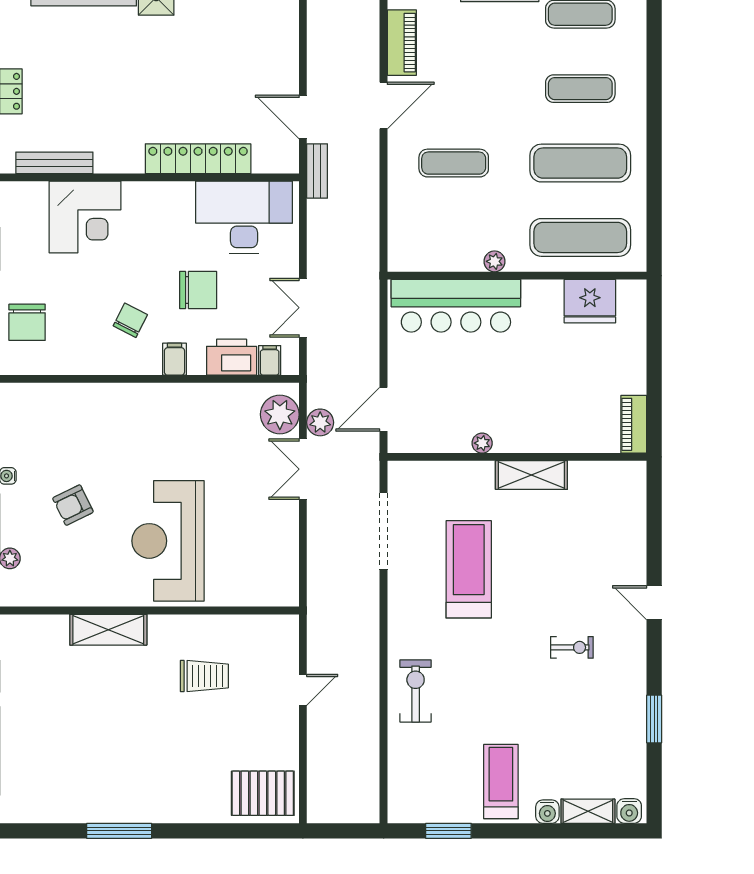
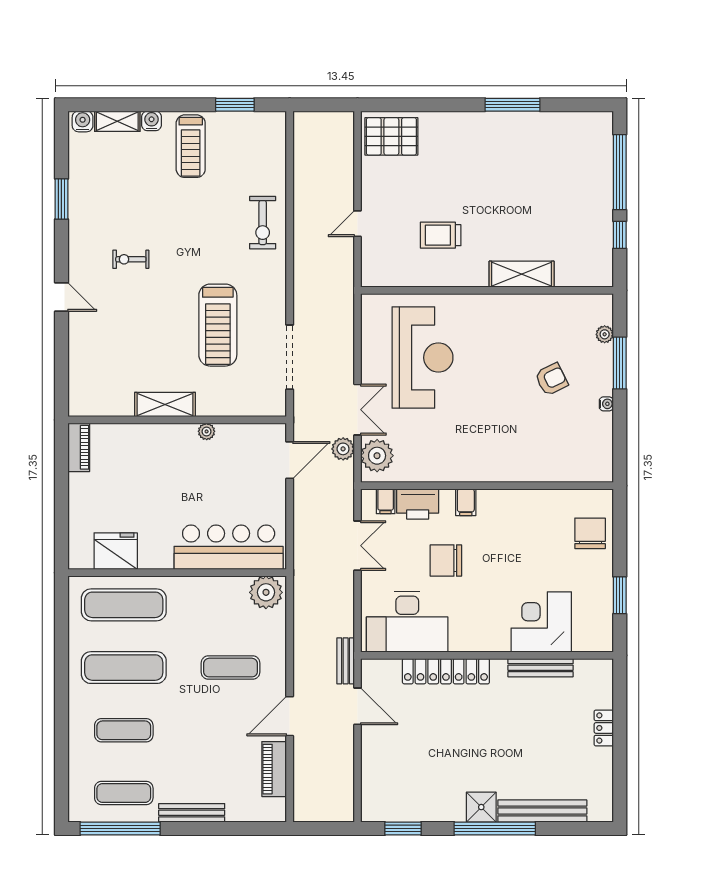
bench: (54, 163) -> (540, 668), moved
plant: (495, 261) -> (266, 592), moved, width x1.87, depth x1.87
chair: (130, 320) -> (503, 535), removed
reception desk: (168, 541) -> (423, 358), moved

